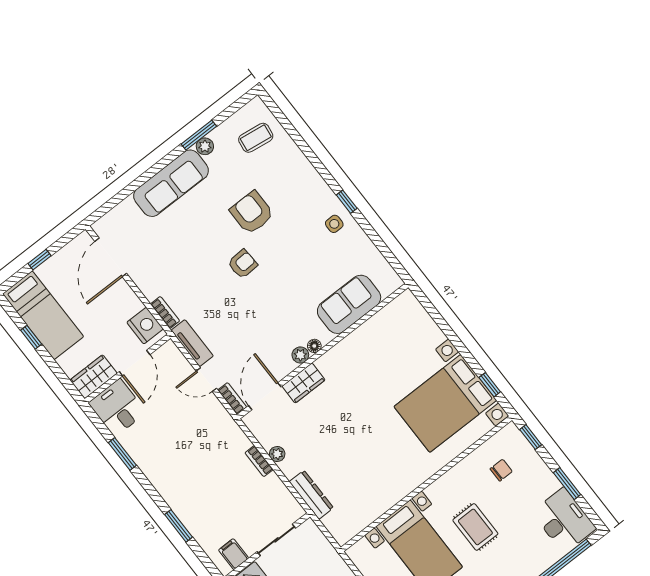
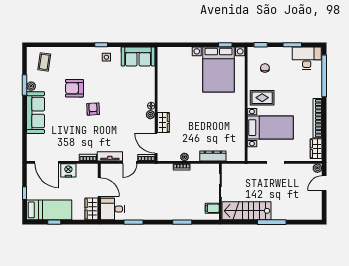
sofa: (349, 304) -> (138, 56), moved, turned -90
nightstand: (145, 326) -> (68, 170), moved
rug: (475, 527) -> (262, 98), moved

